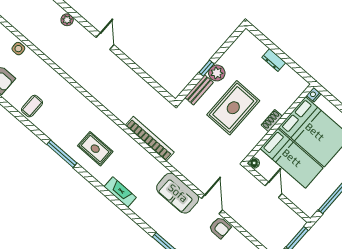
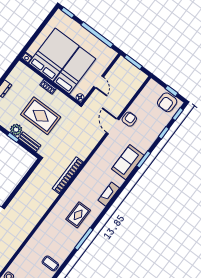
door: (273, 190) -> (99, 82), swing flipped
sofa: (178, 193) -> (128, 162), moved, turned 180
door: (212, 204) -> (113, 126), hinge flipped

